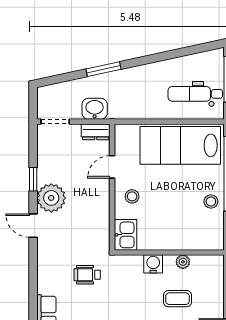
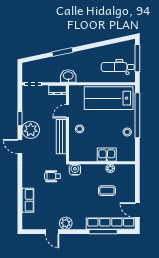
washbasin: (95, 109) -> (68, 76), moved
bench: (102, 209) -> (61, 137), added
kitchen sink: (125, 235) -> (107, 155), moved, turned -90
water cooler: (153, 264) -> (75, 170), moved

